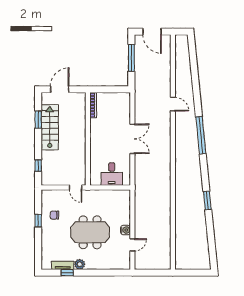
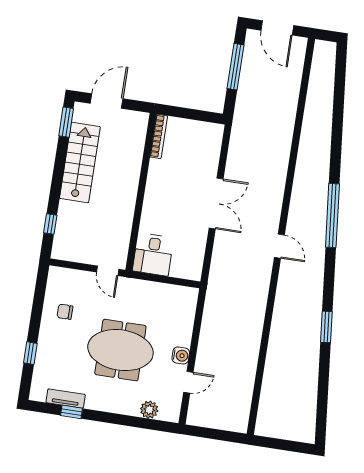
door: (173, 104) -> (279, 246), moved
window: (38, 120) -> (66, 122), moved
desk: (112, 174) -> (153, 255), moved
window: (38, 221) -> (30, 353), moved
plant: (80, 264) -> (149, 410), moved

